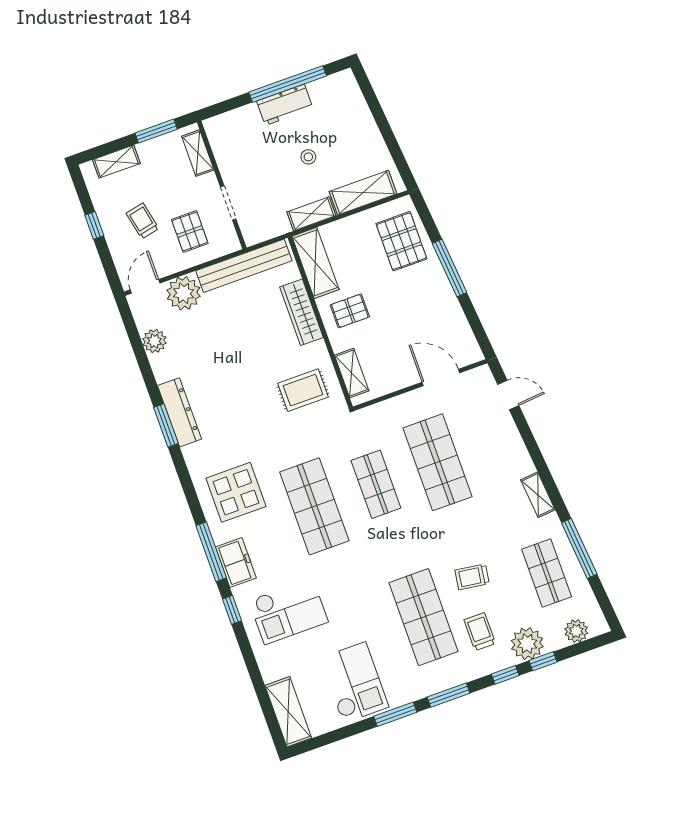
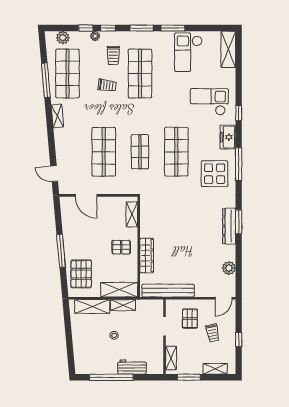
workbench: (285, 105) -> (132, 367), moved
shelving: (315, 263) -> (119, 290), moved, turned 90
plant: (184, 293) -> (205, 287), removed
rug: (303, 390) -> (160, 215), removed
window: (211, 552) -> (239, 164), moved
shop shelf: (547, 573) -> (67, 73), width x1.43, depth x1.36
plant: (527, 644) -> (95, 36), width x0.53, depth x0.53

